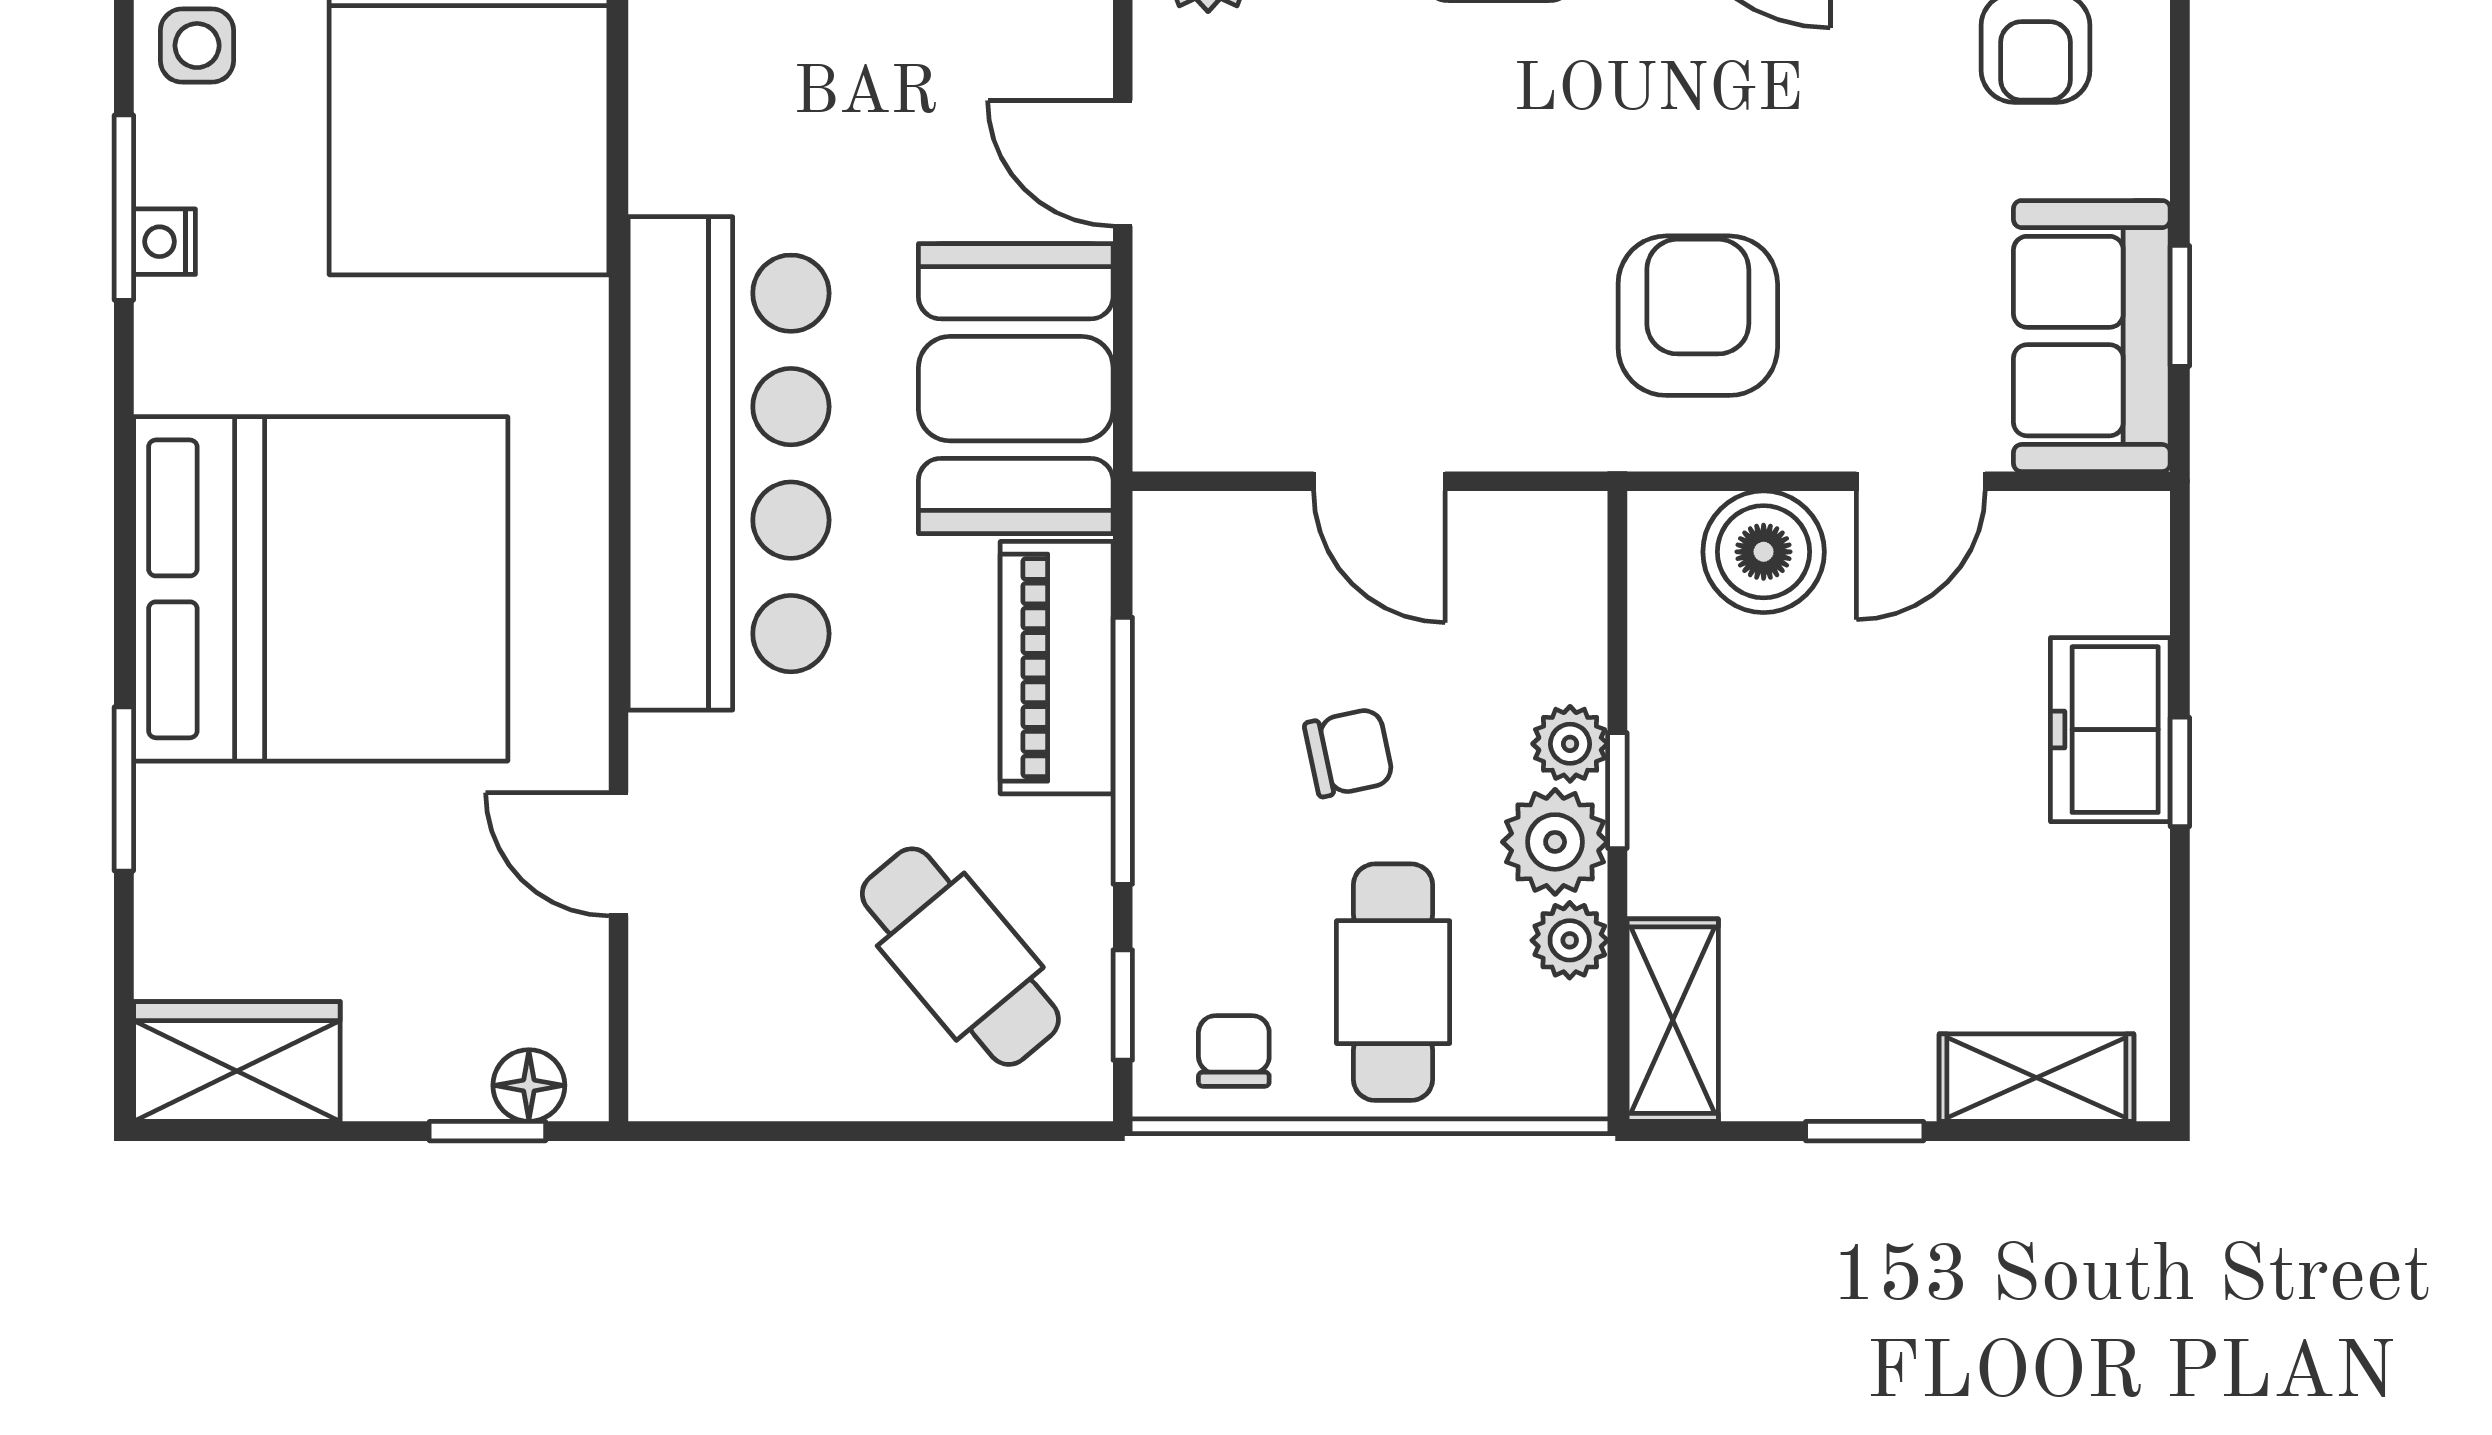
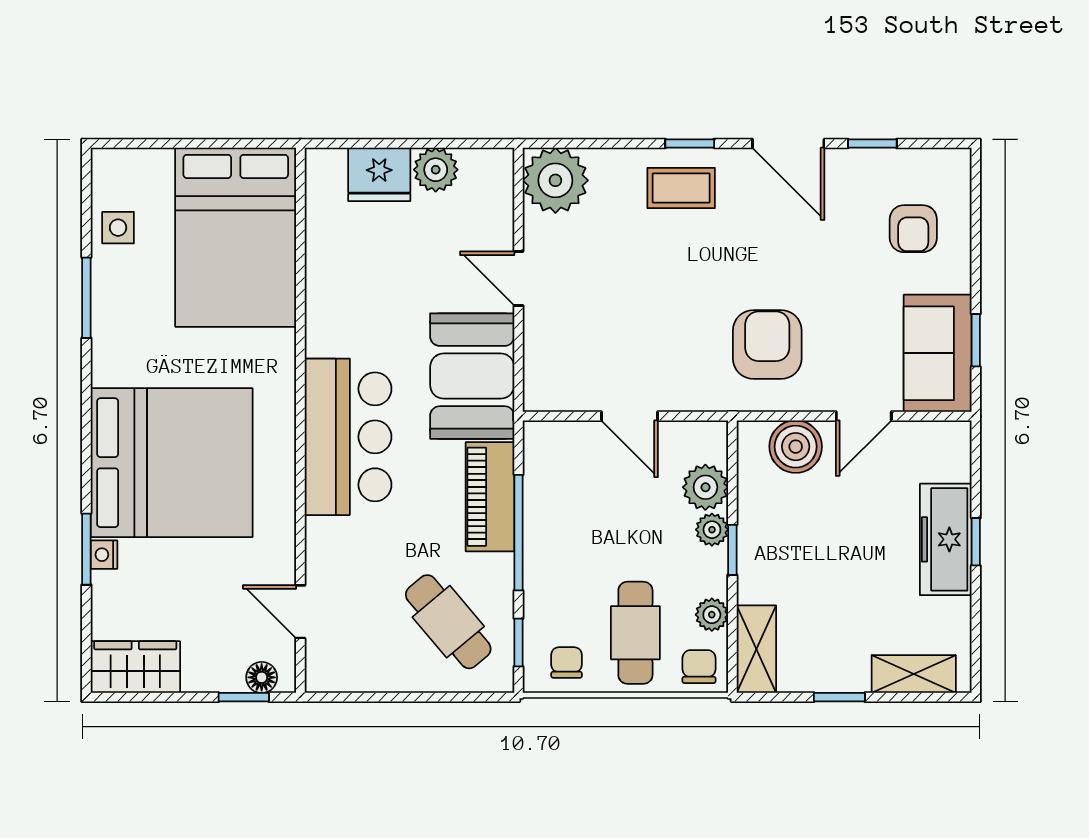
nightstand: (164, 242) -> (104, 555), moved
bar counter: (729, 463) -> (348, 437), width x0.73
freezer: (2110, 730) -> (946, 539), width x1.40
chair: (1349, 753) -> (699, 667), moved, turned -78
plant: (1555, 842) -> (705, 487), moved
door: (618, 854) -> (300, 612), moved

